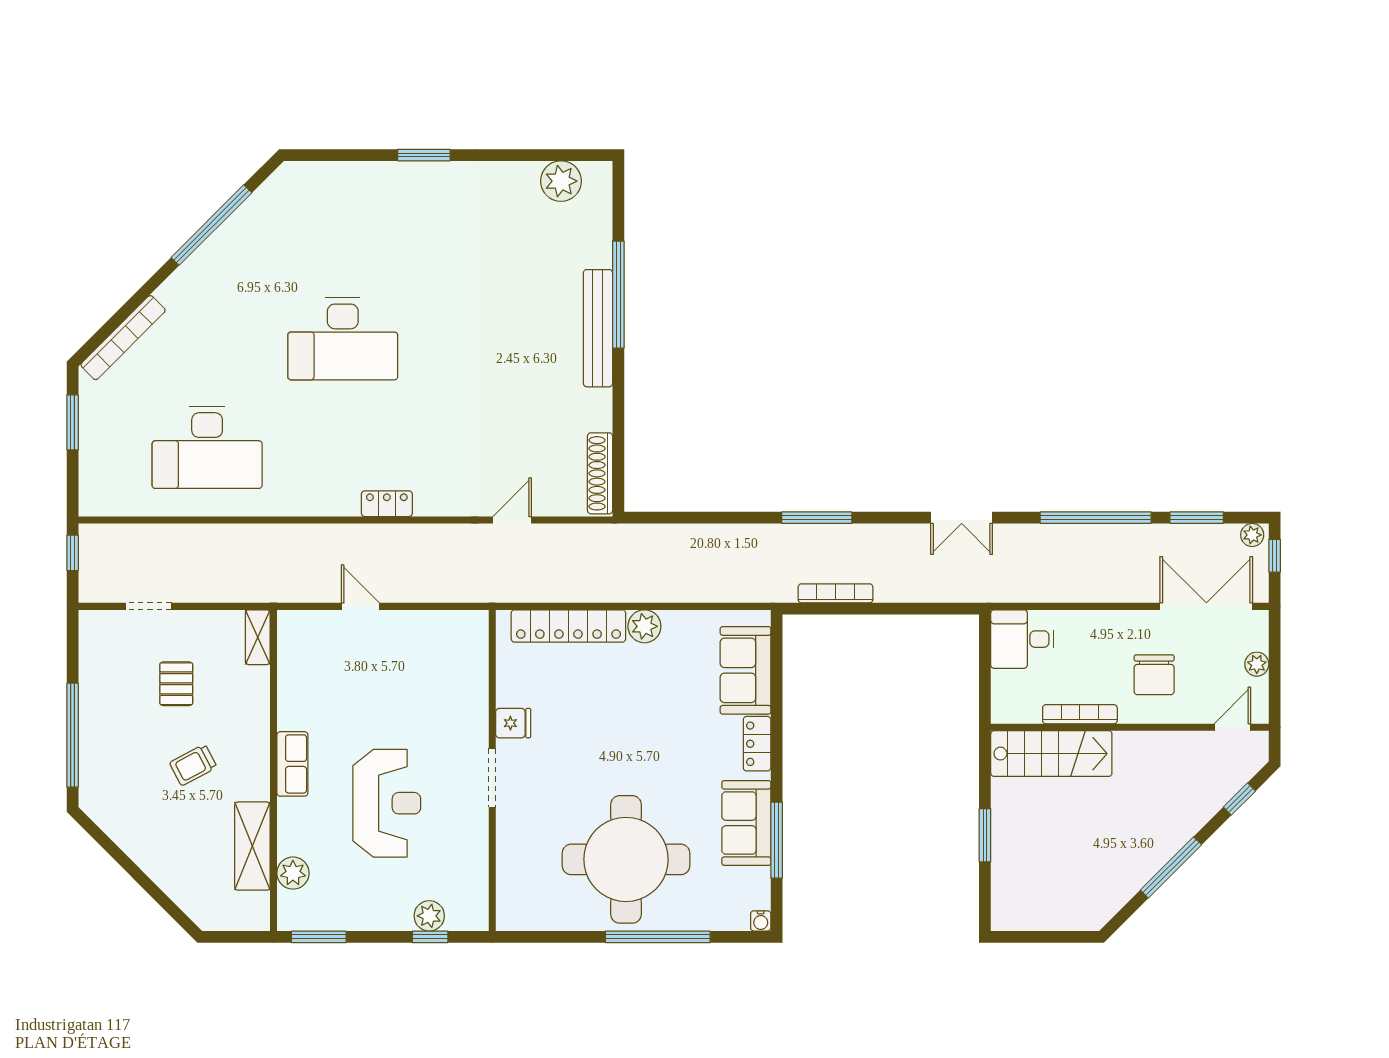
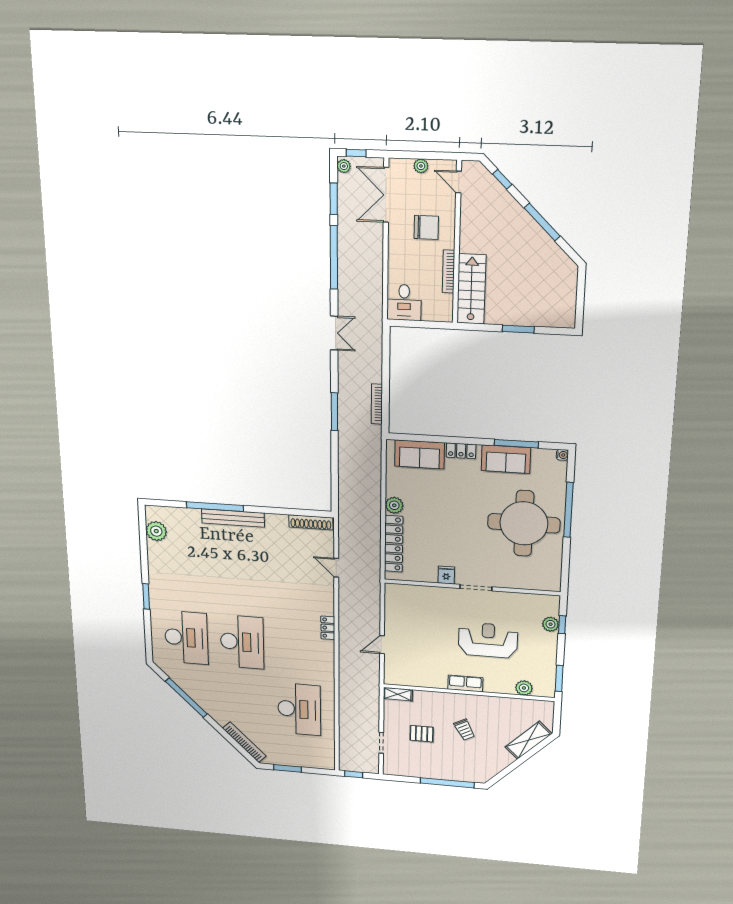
desk: (343, 230) -> (186, 638), added
shelving: (252, 846) -> (528, 740), moved, turned -45

